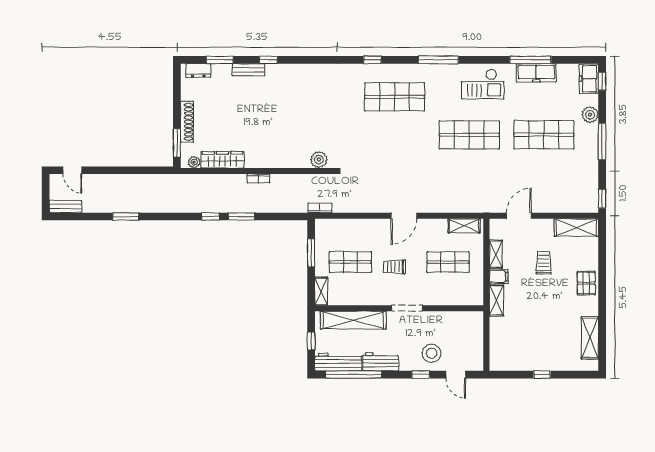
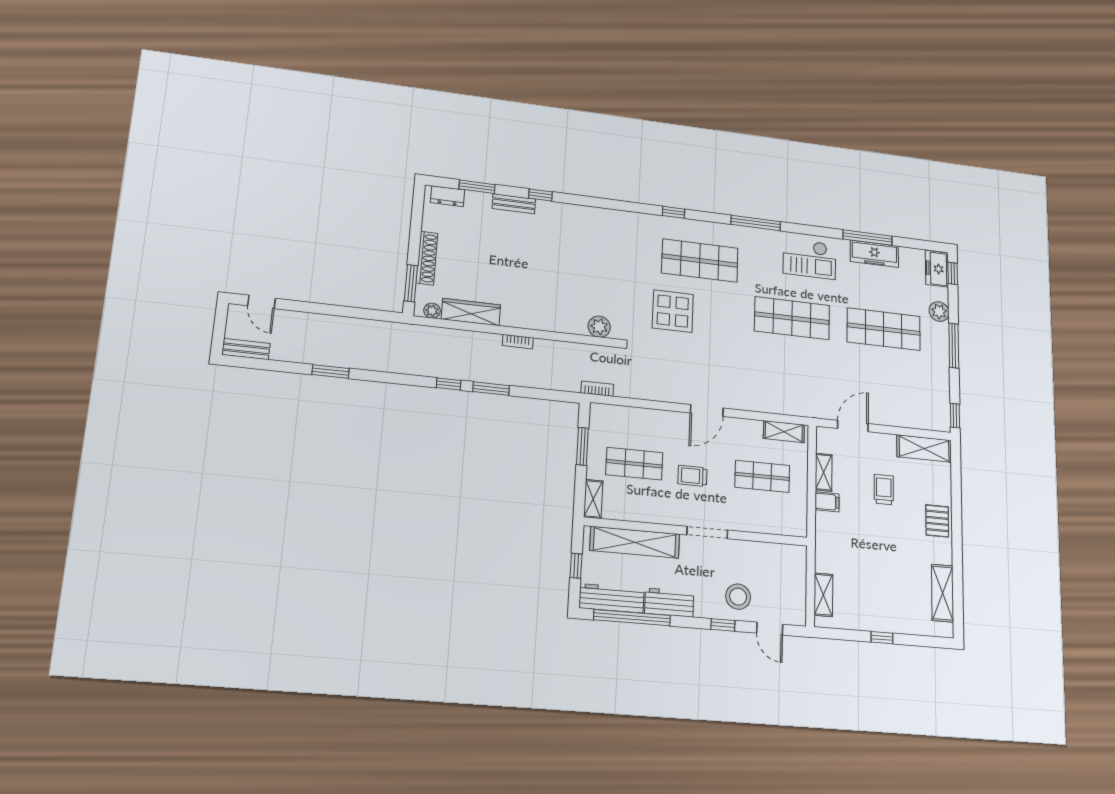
display table: (375, 140) -> (673, 311), added
shelving: (496, 300) -> (823, 595), moved

